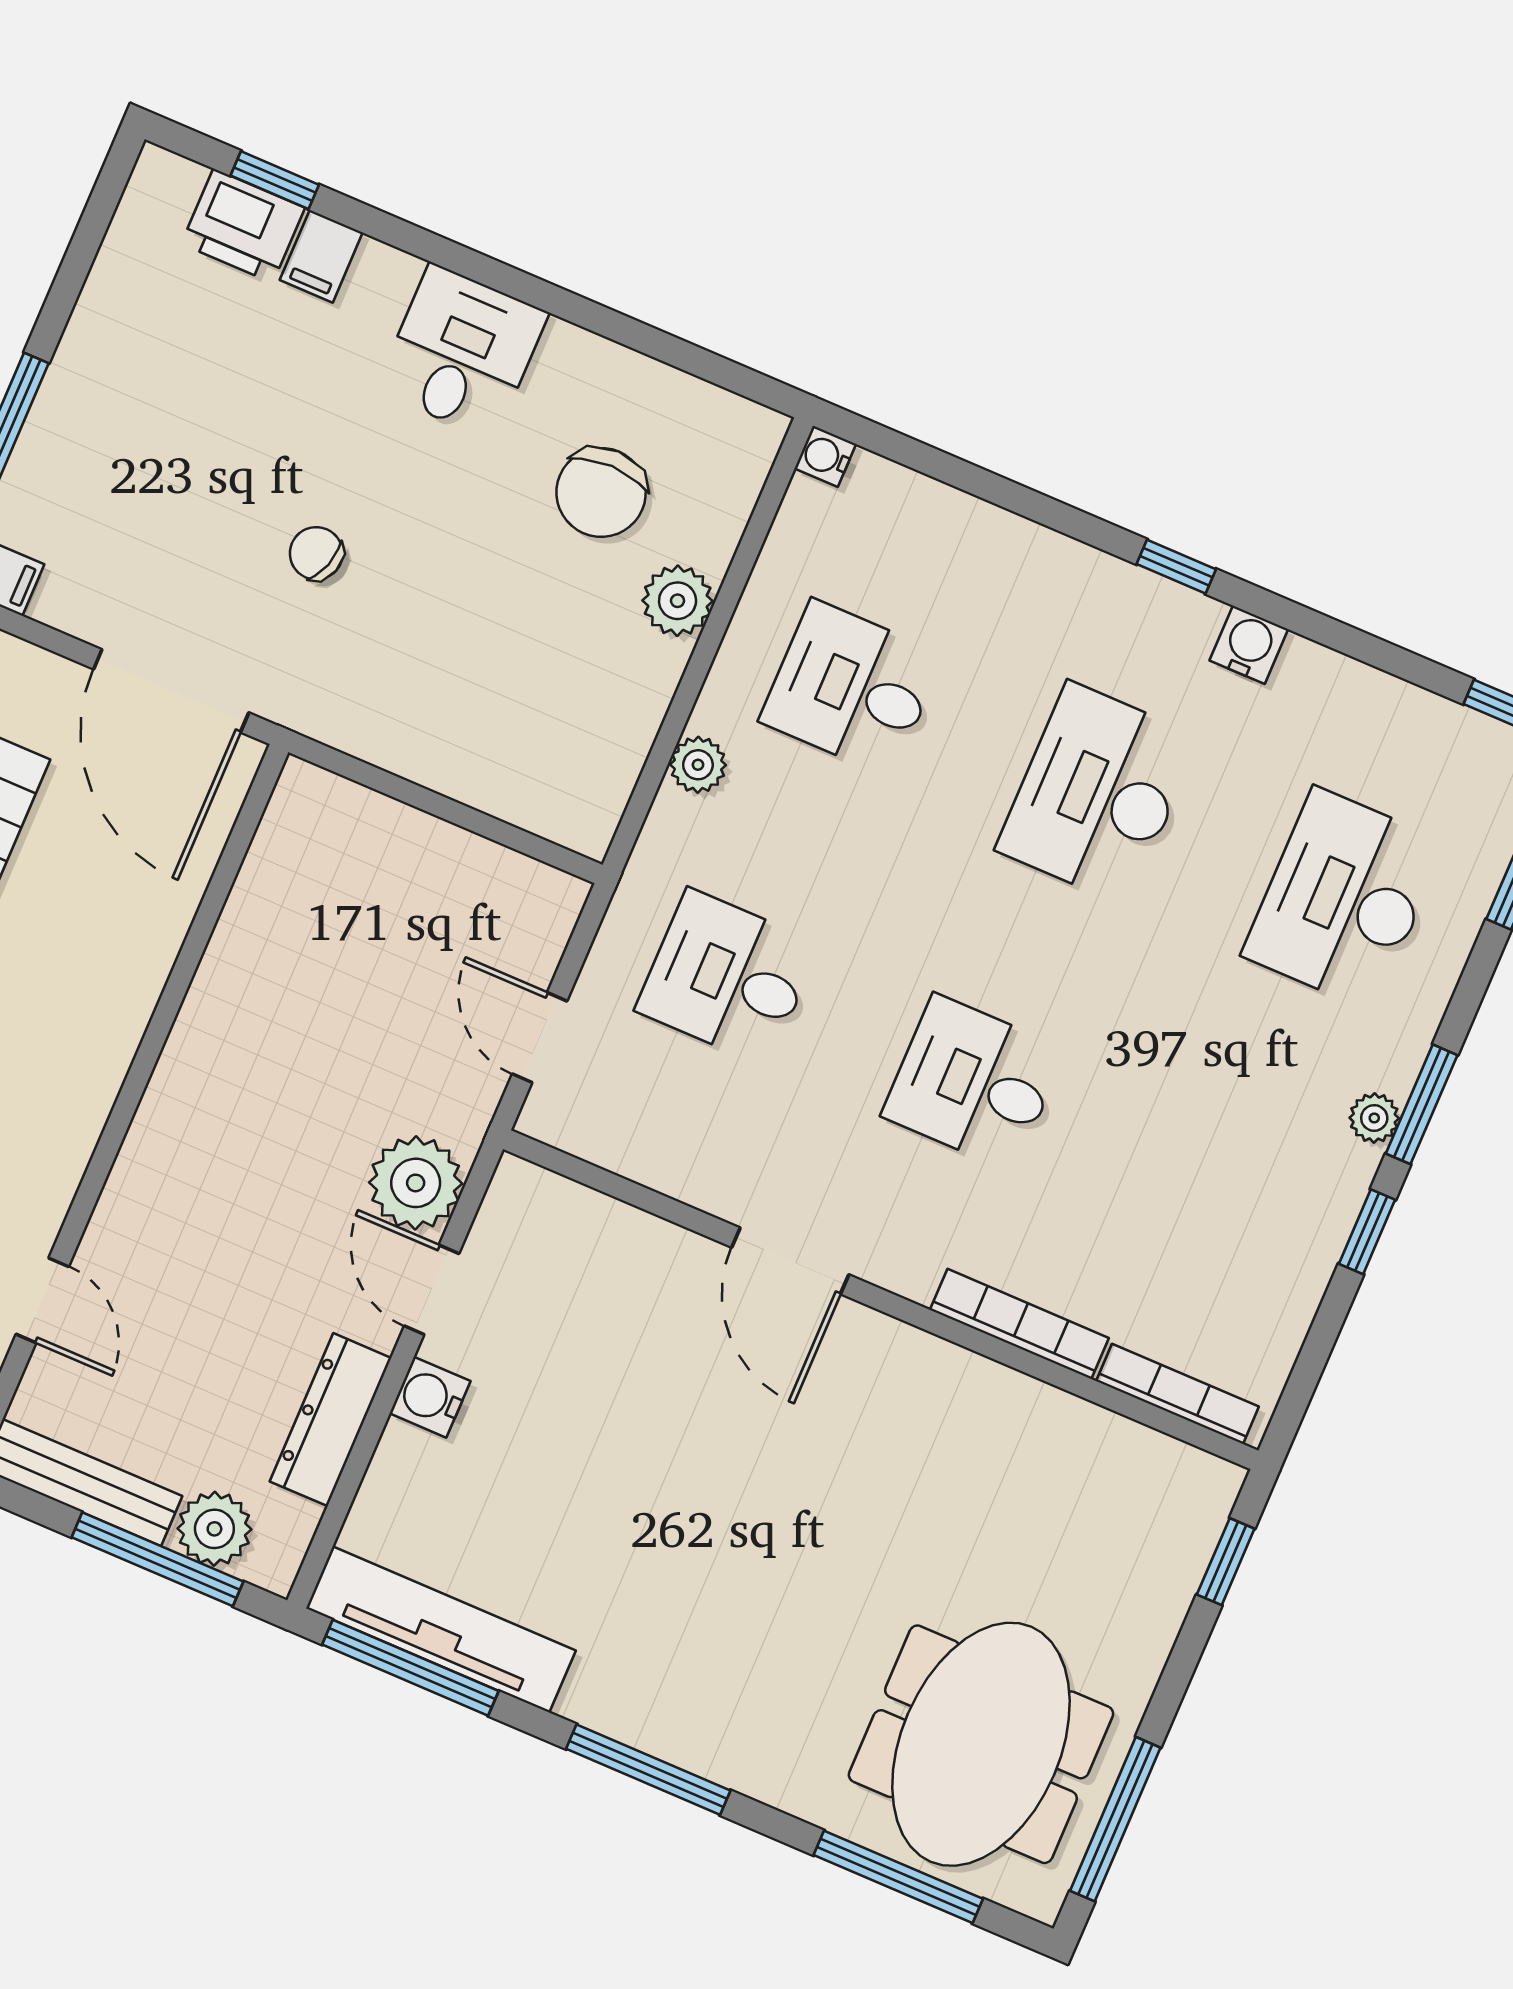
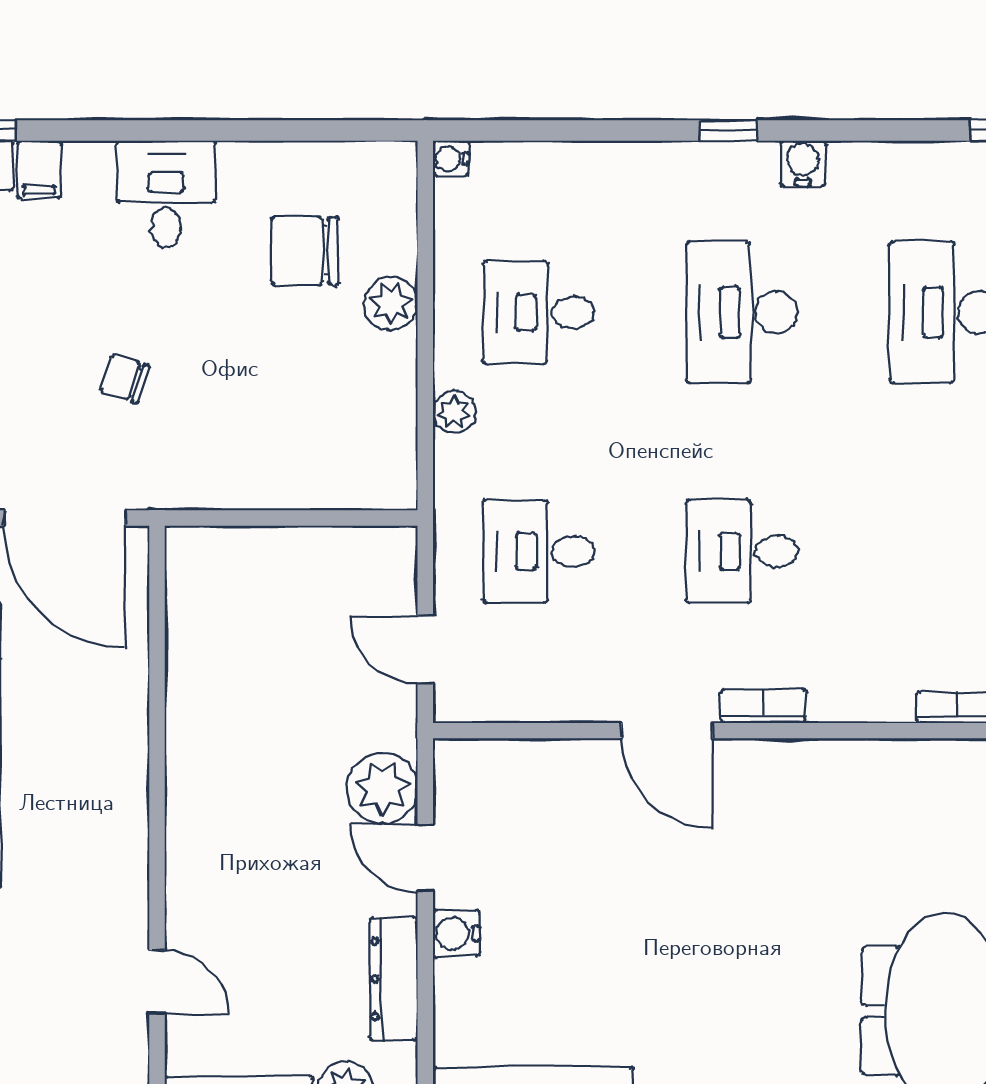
chair: (601, 492) -> (305, 251), turned 90
bookcase: (1019, 1324) -> (764, 706), moved, width x0.64

